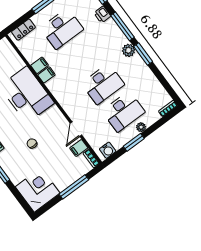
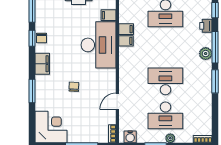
plant: (128, 50) -> (206, 54), moved
desk: (103, 84) -> (165, 81), turned 180
filing cabinet: (79, 148) -> (109, 15), moved

